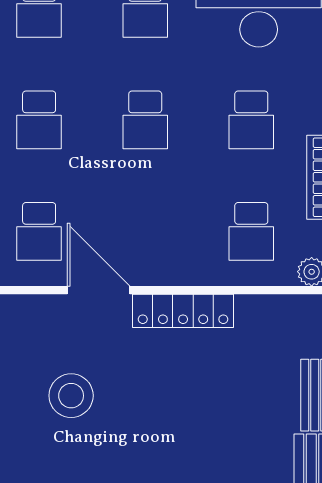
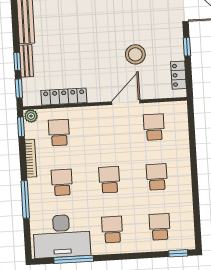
door: (99, 290) -> (126, 102), swing flipped
locker: (183, 311) -> (64, 97), moved

